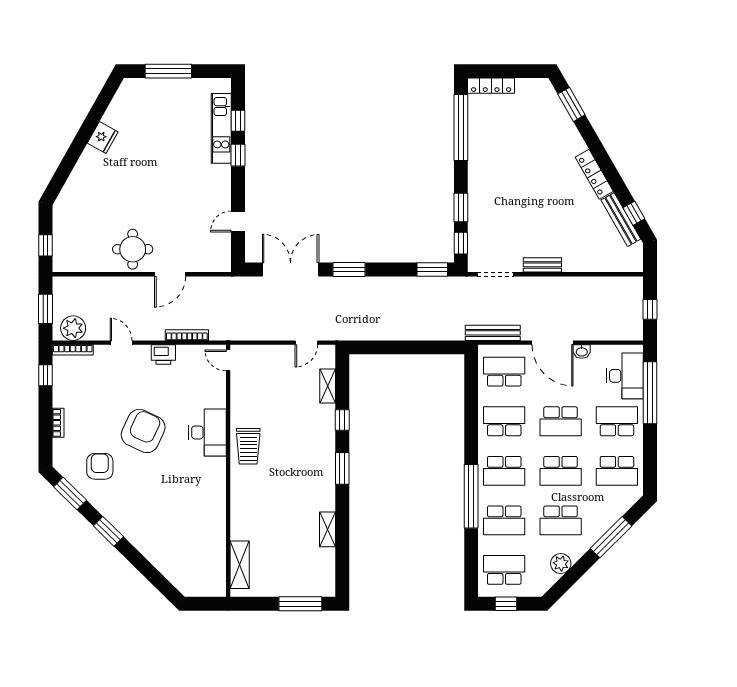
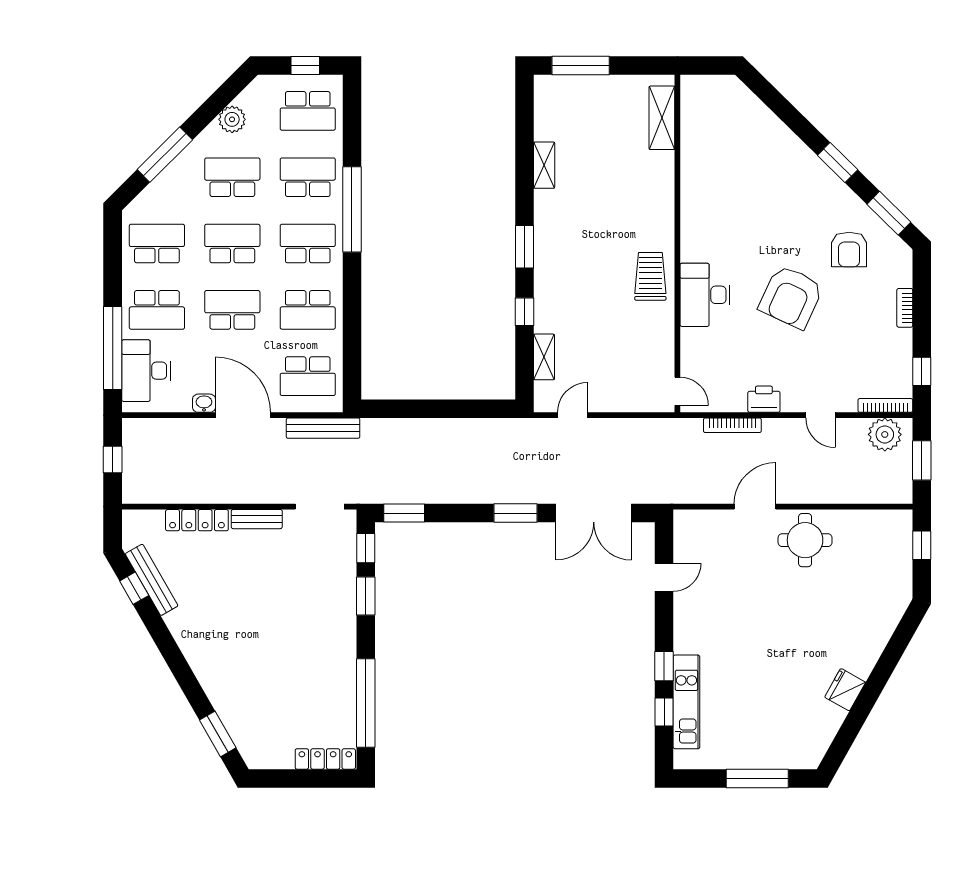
locker: (594, 174) -> (197, 520), moved, turned 120

